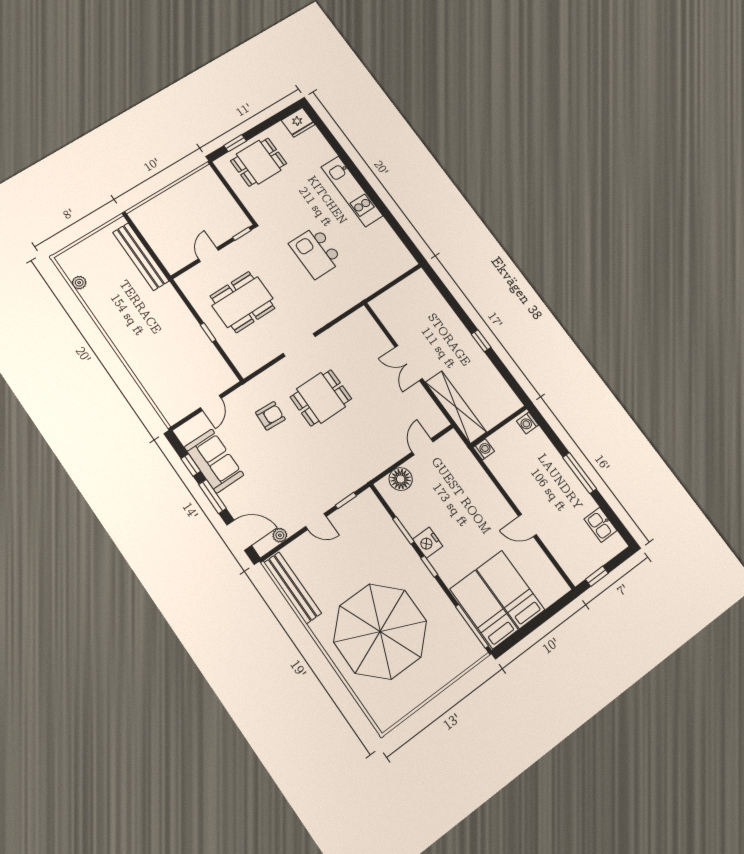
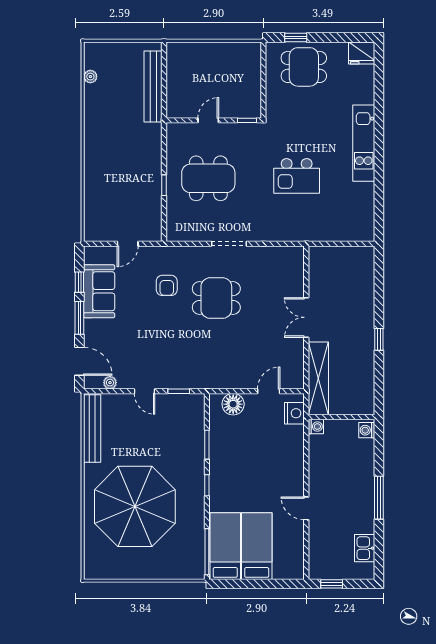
kitchen island: (316, 252) -> (297, 176), turned -90
armchair: (270, 416) -> (167, 285), turned 87
nightstand: (428, 543) -> (294, 413), moved, turned 180

